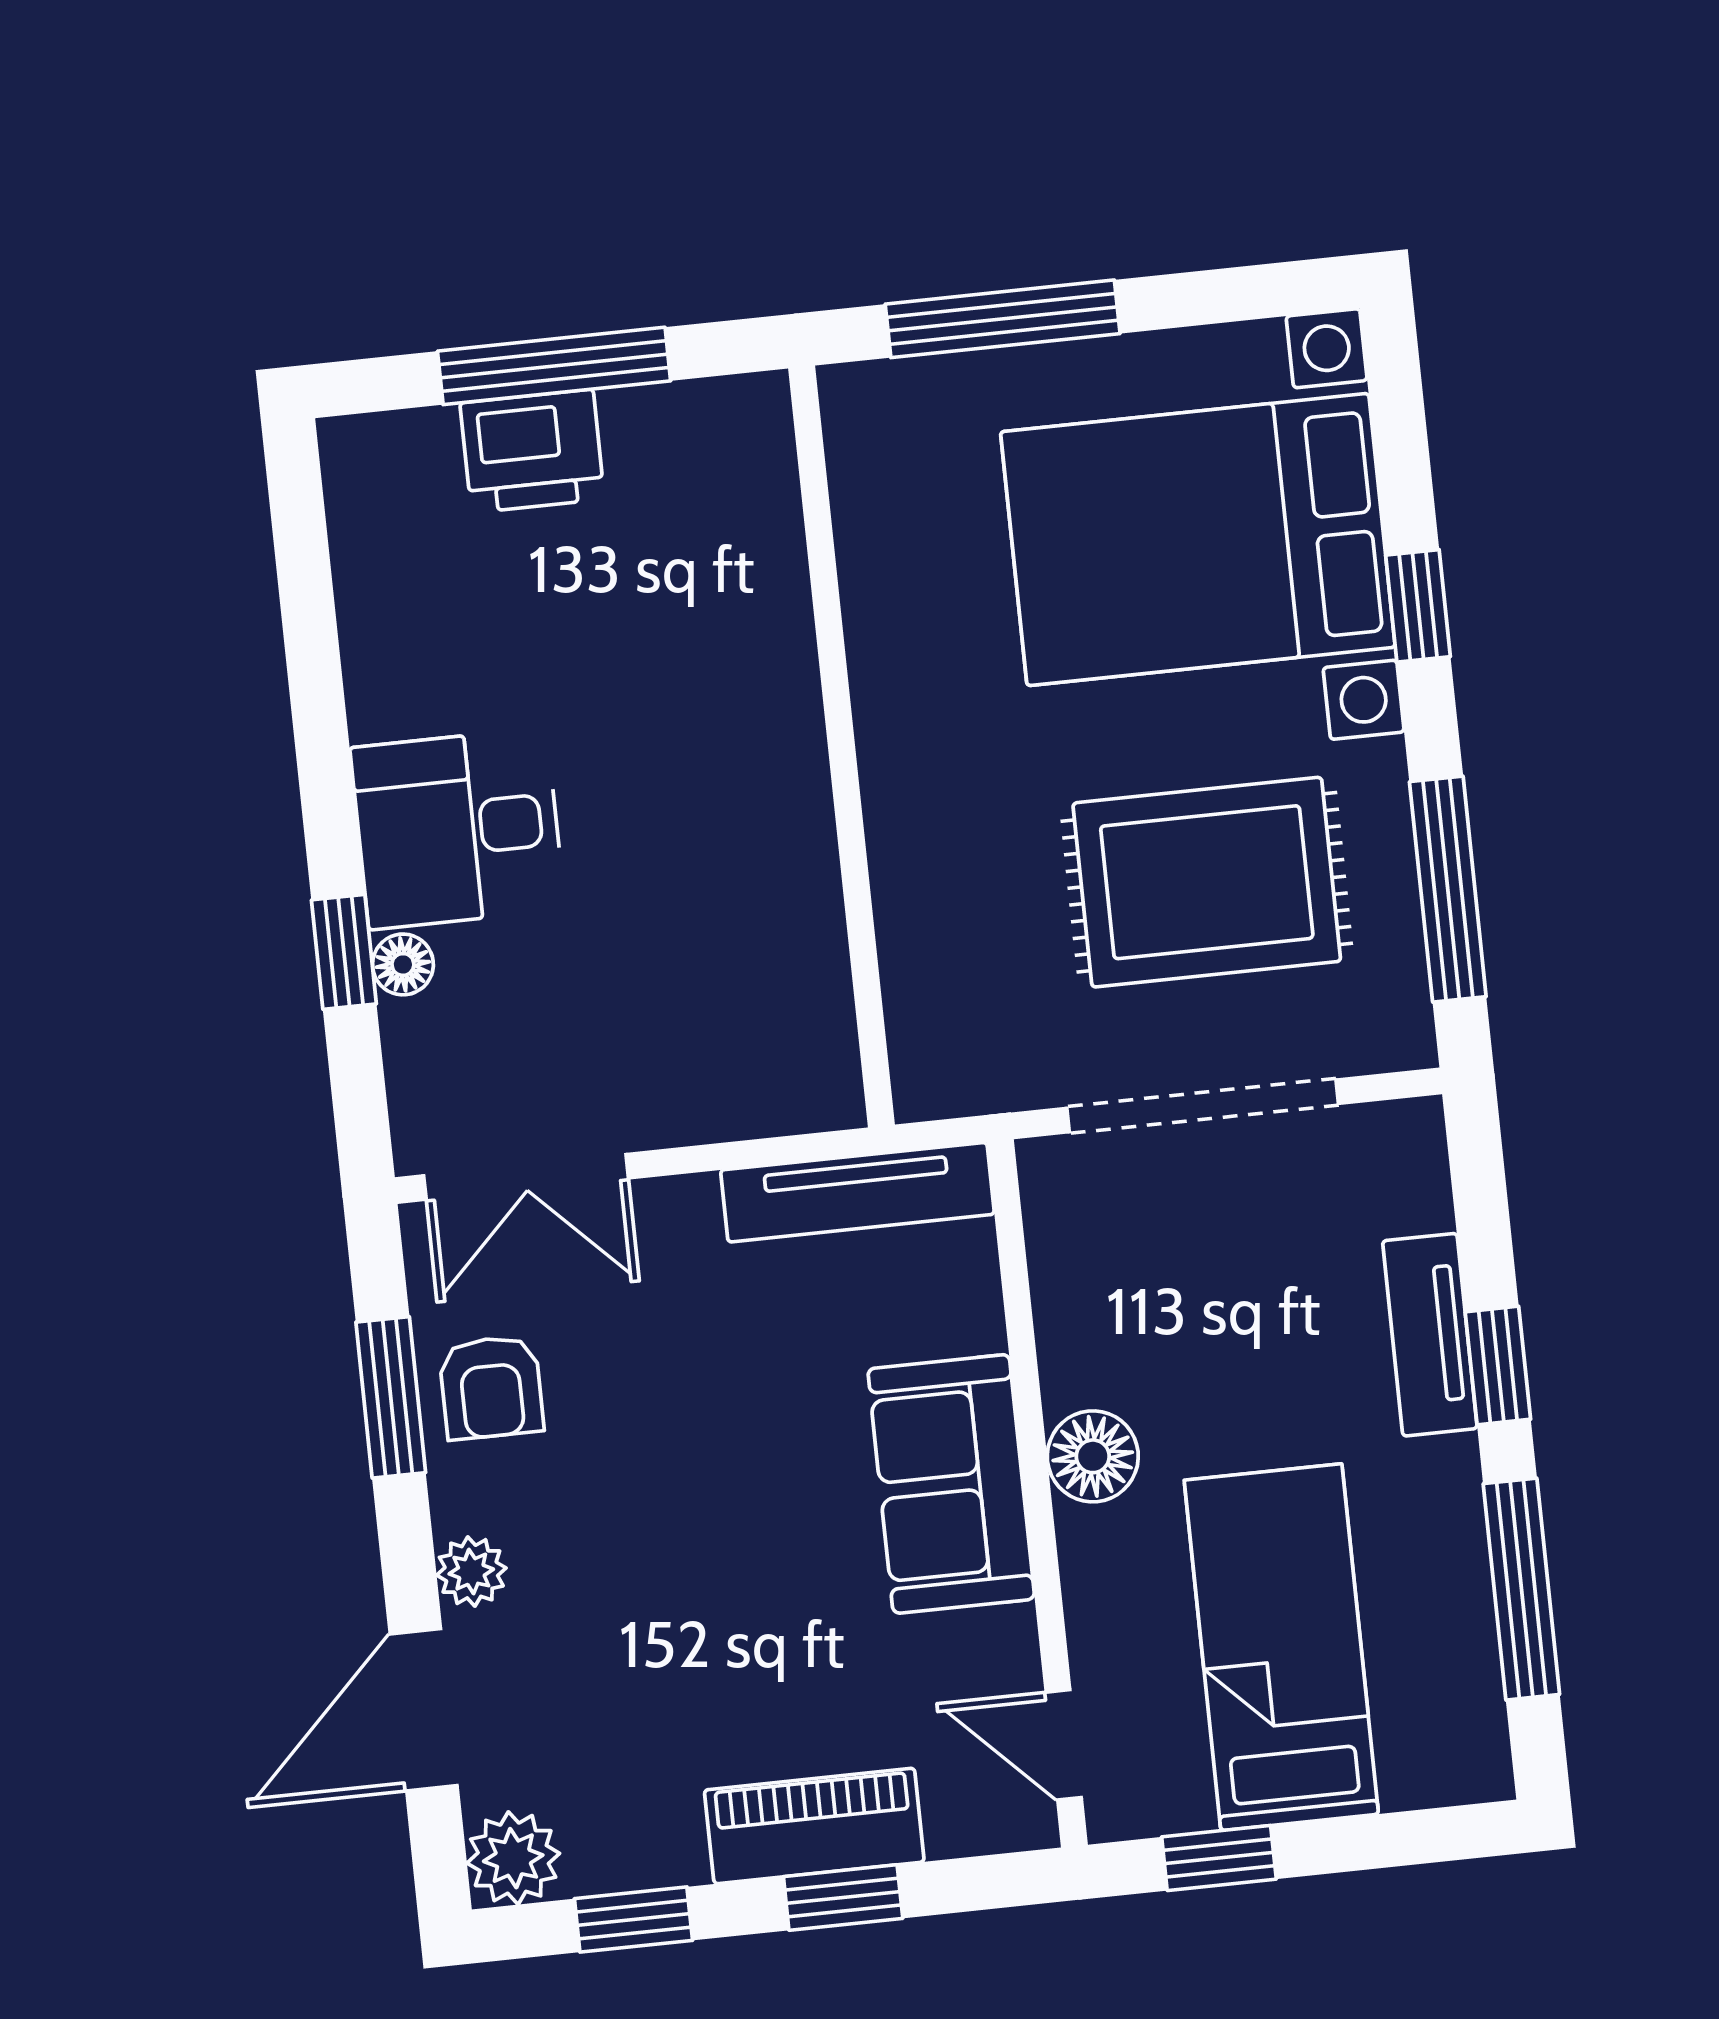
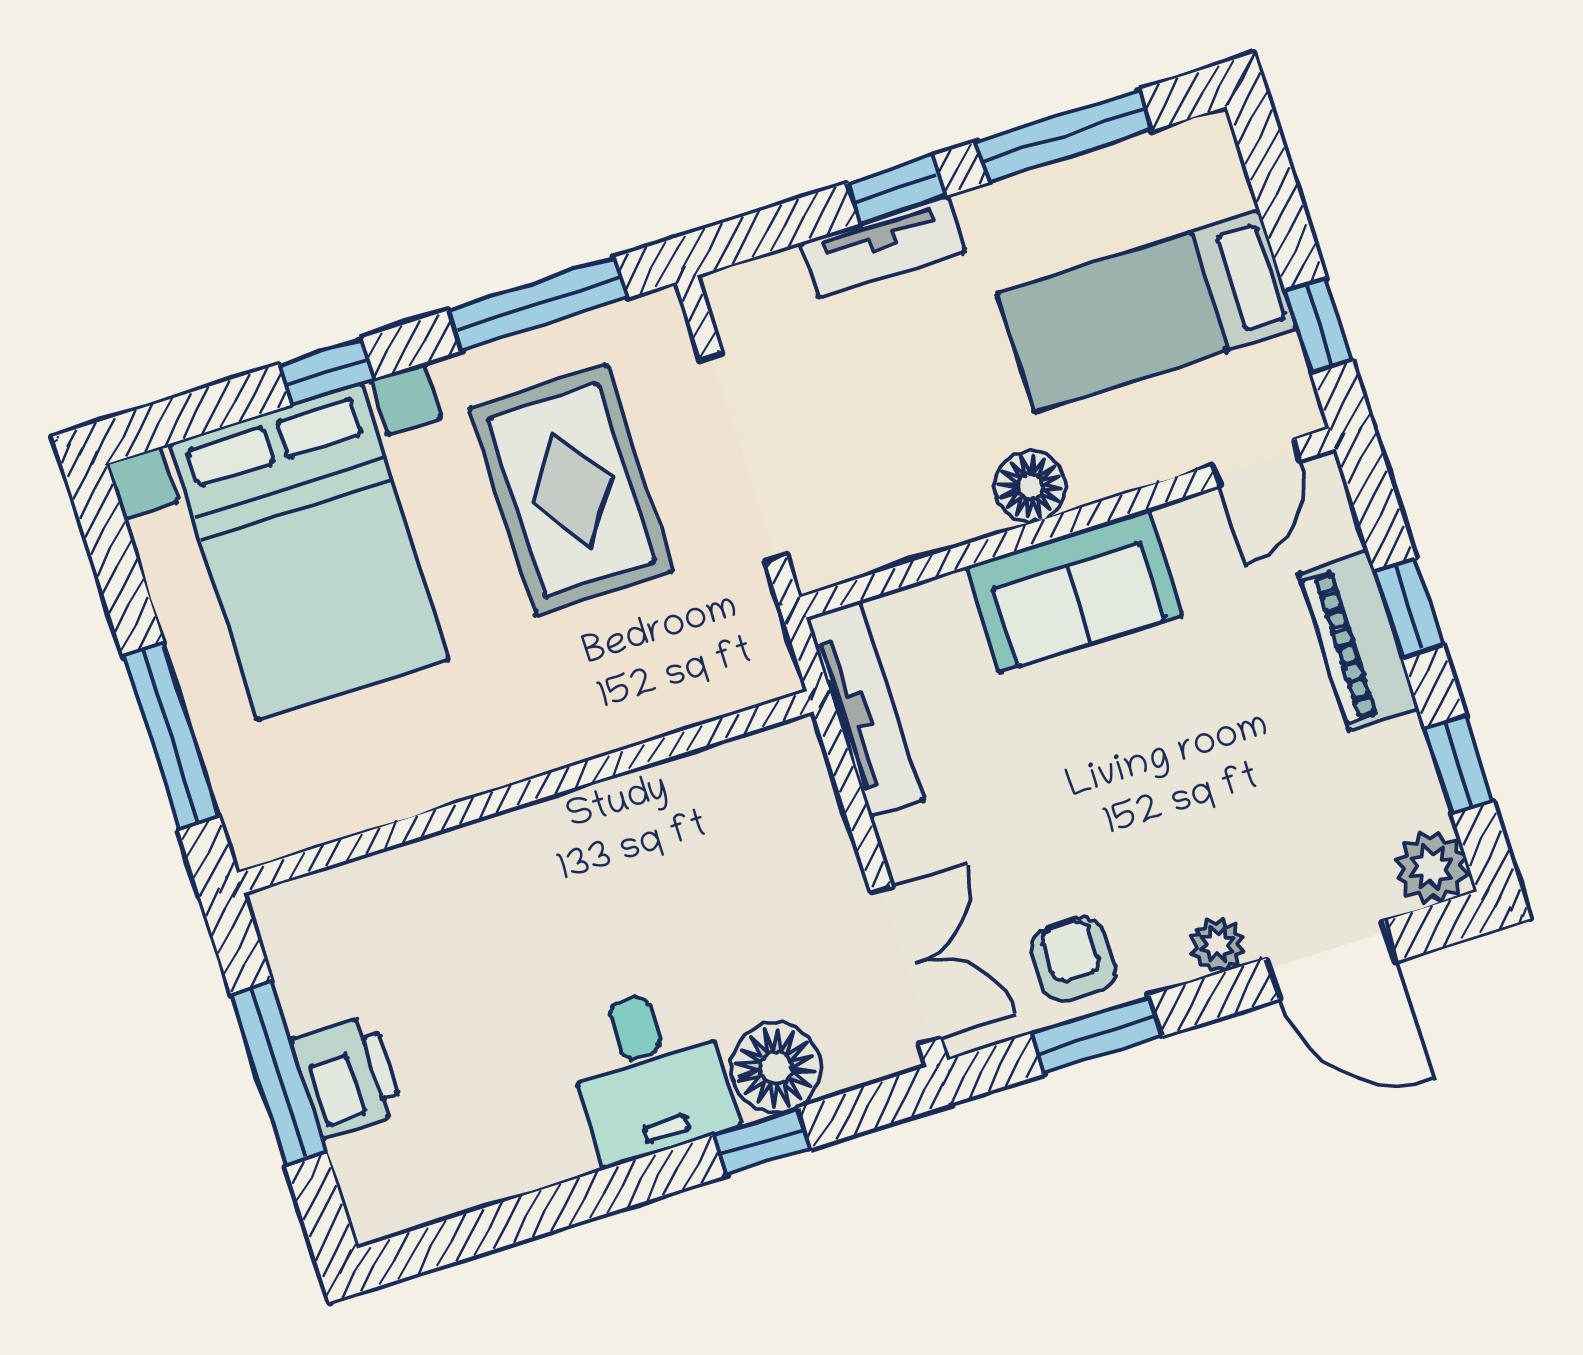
floor lamp: (403, 964) -> (776, 1068), width x1.89, depth x1.89
armchair: (491, 1387) -> (1073, 959), turned -90

